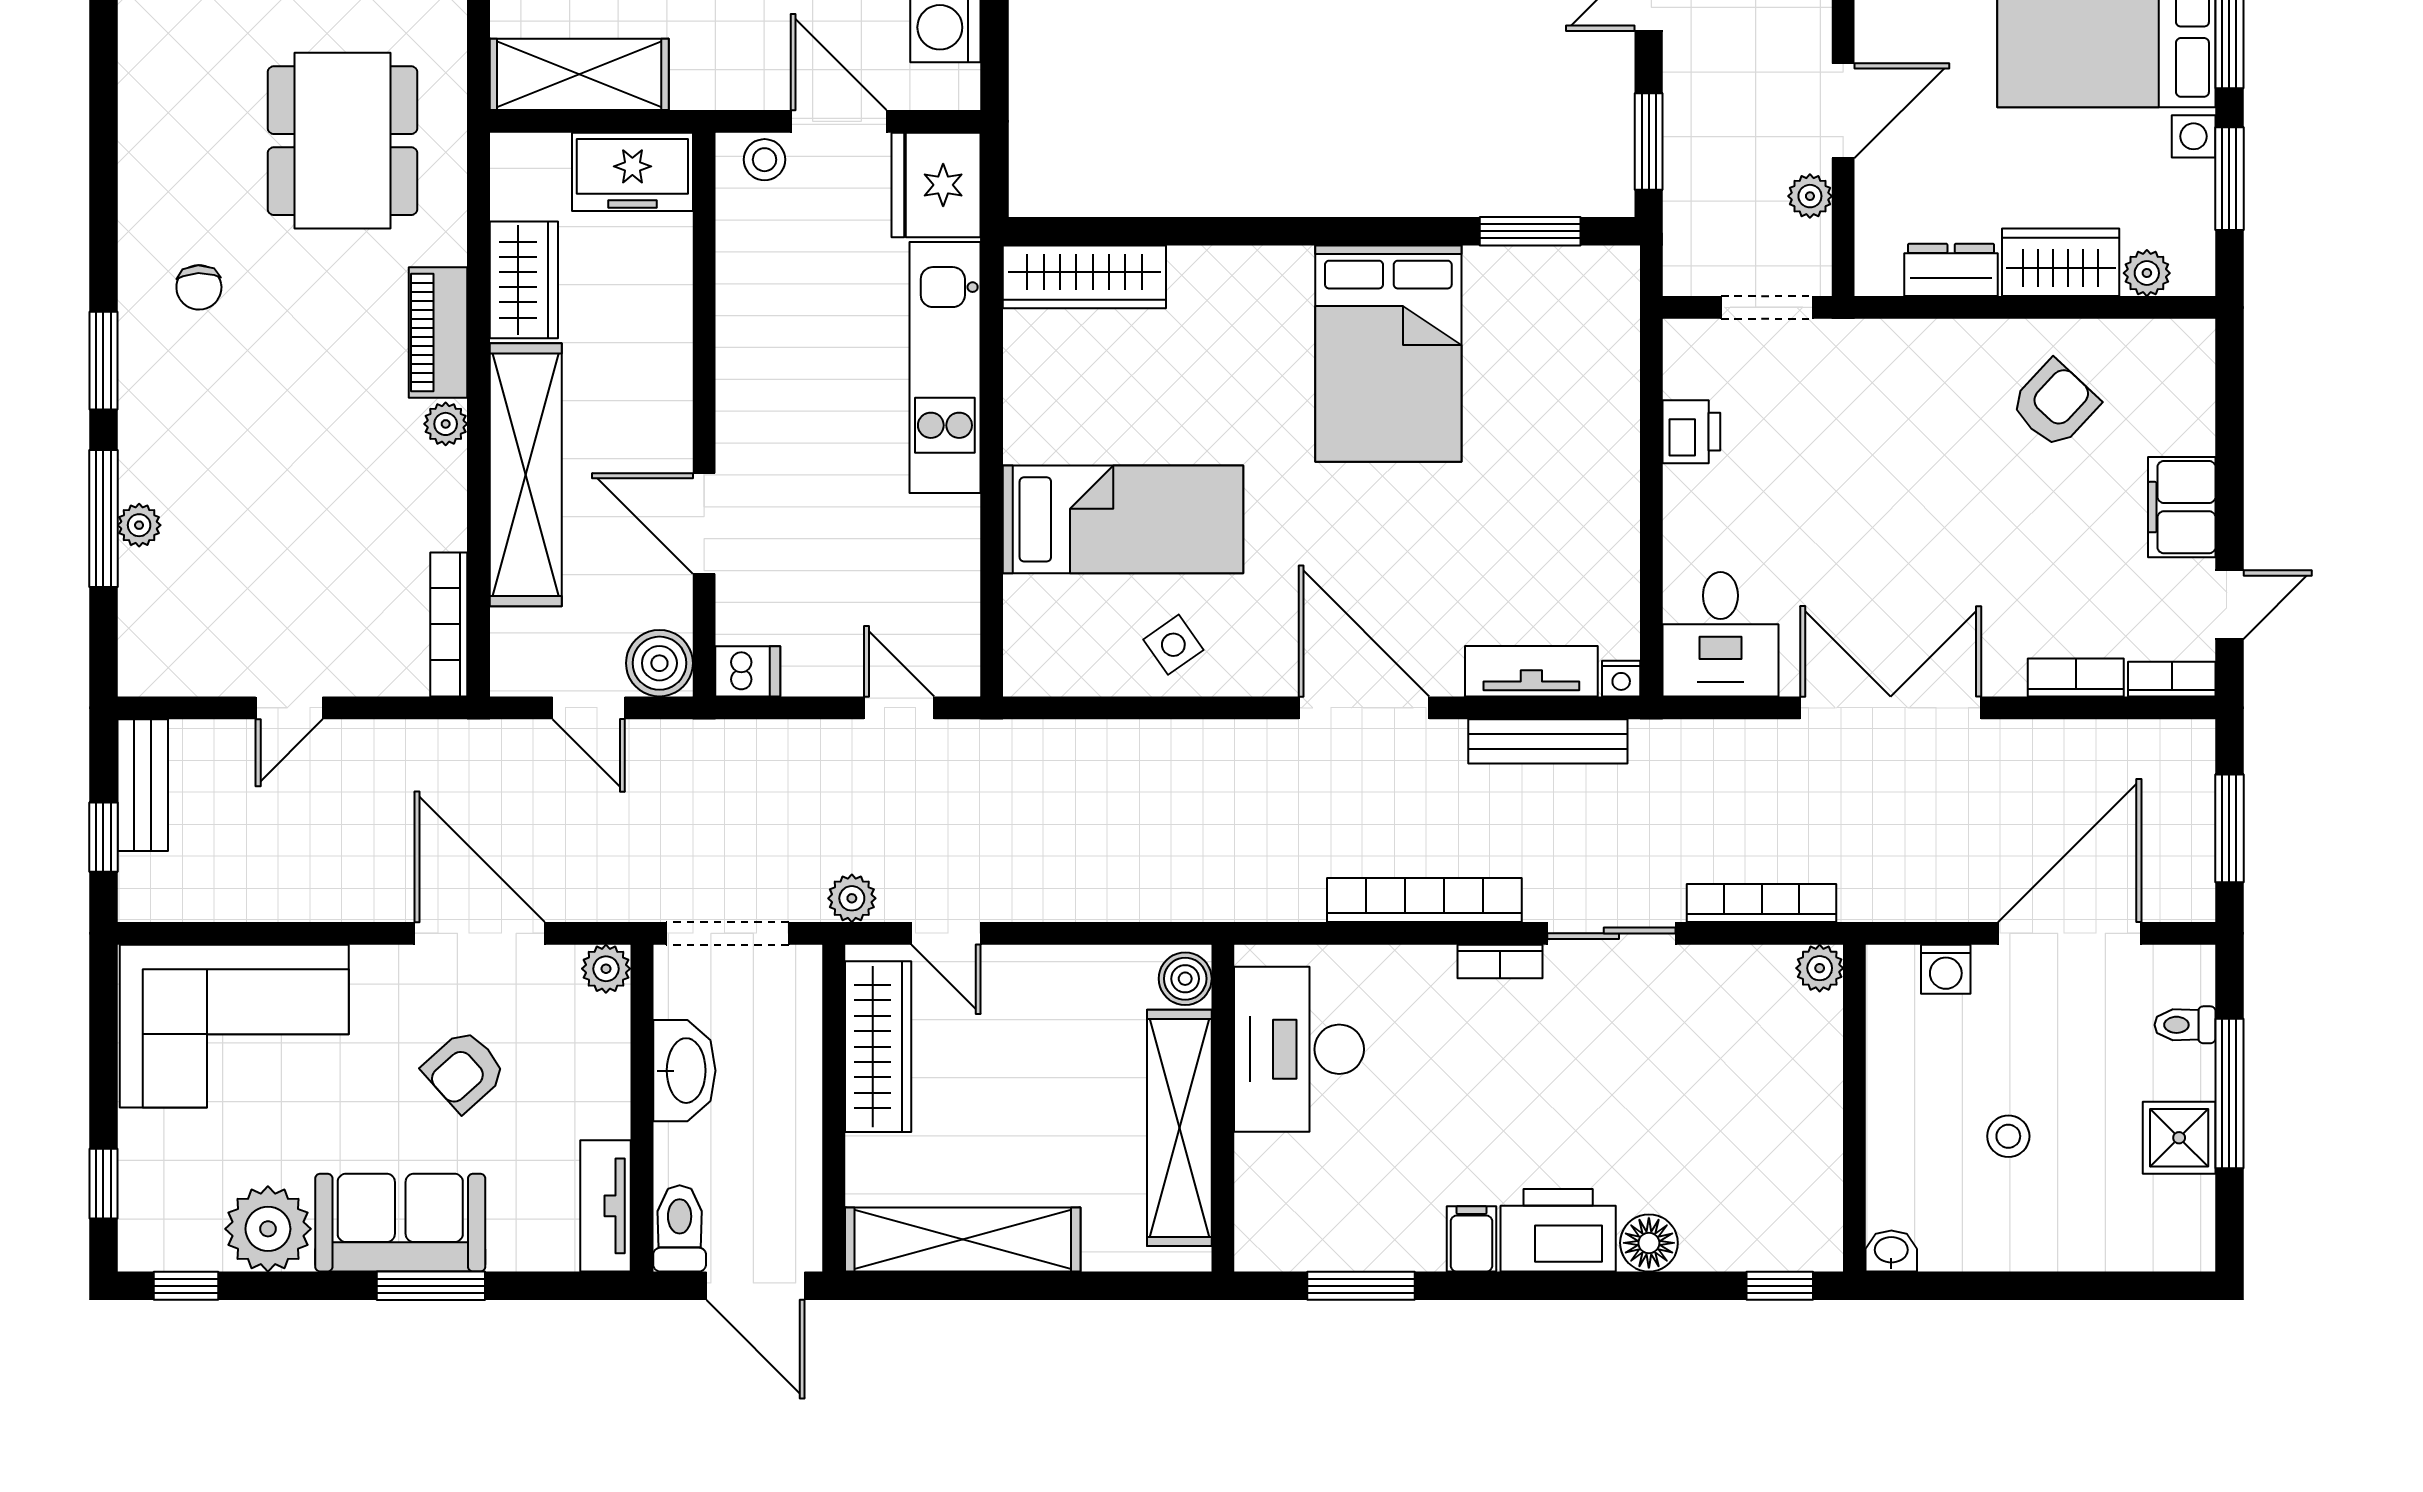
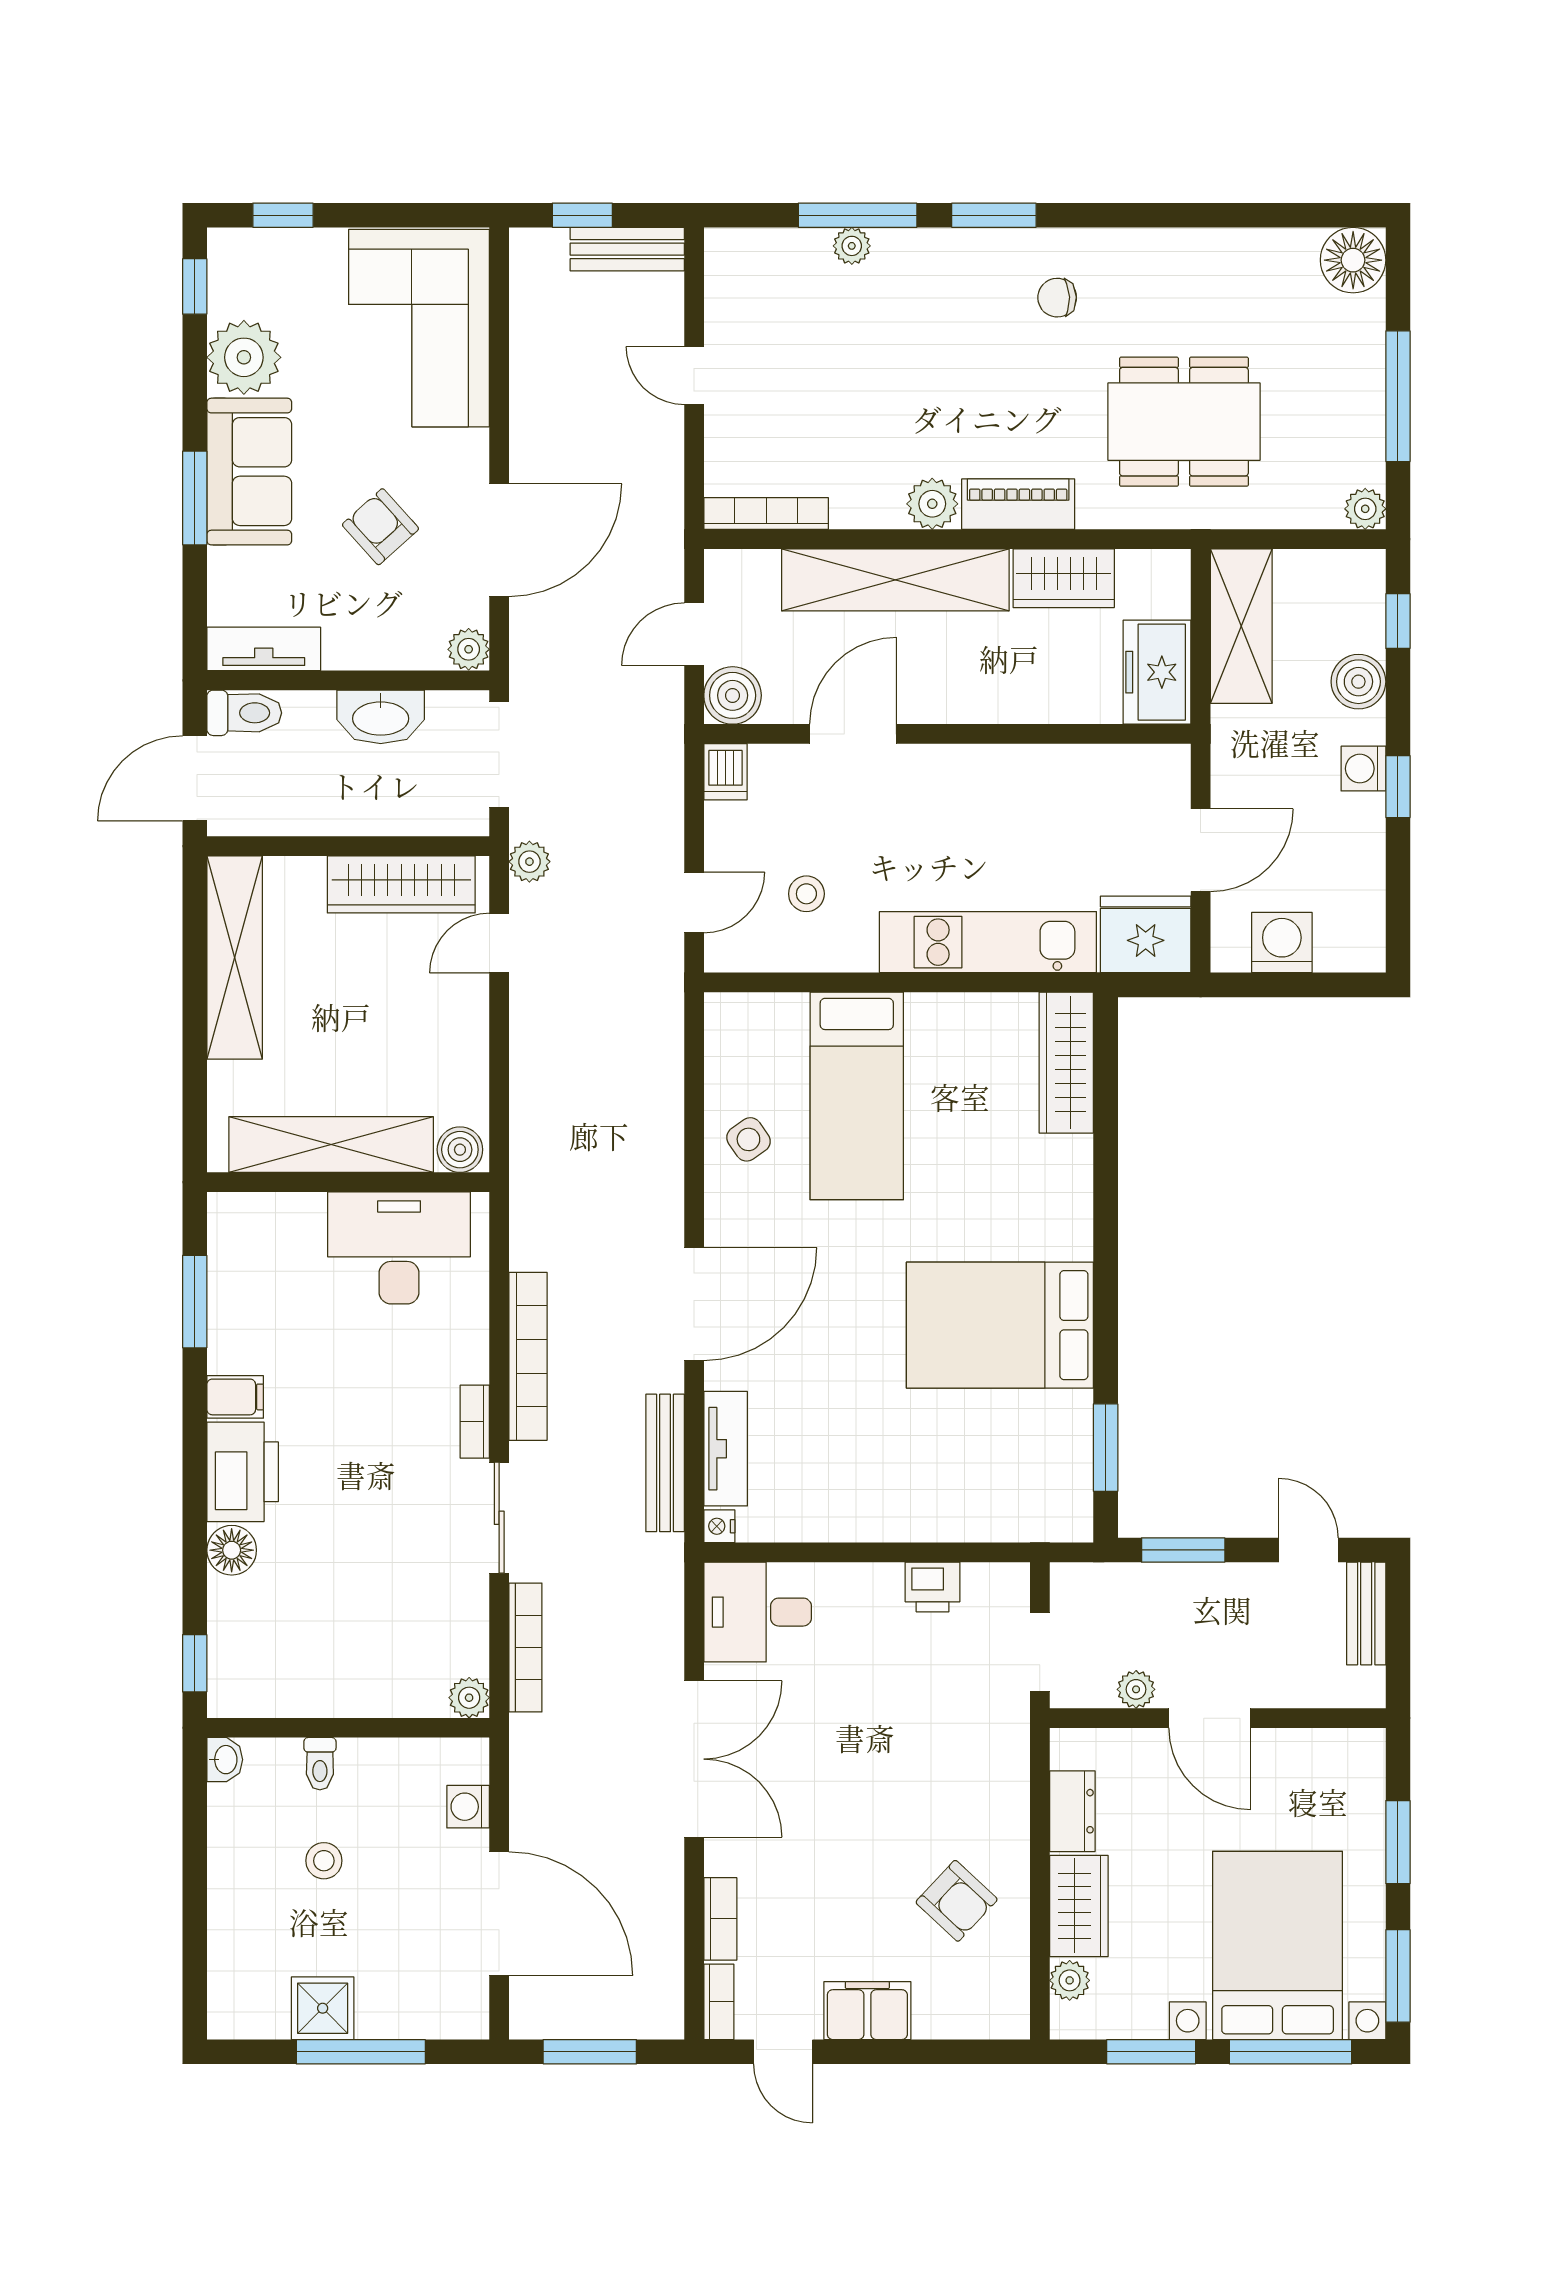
stool: (765, 160) -> (806, 894), moved
plant: (446, 424) -> (932, 504), width x1.38, depth x1.38
toilet: (2185, 1025) -> (320, 1764), moved, turned 180

